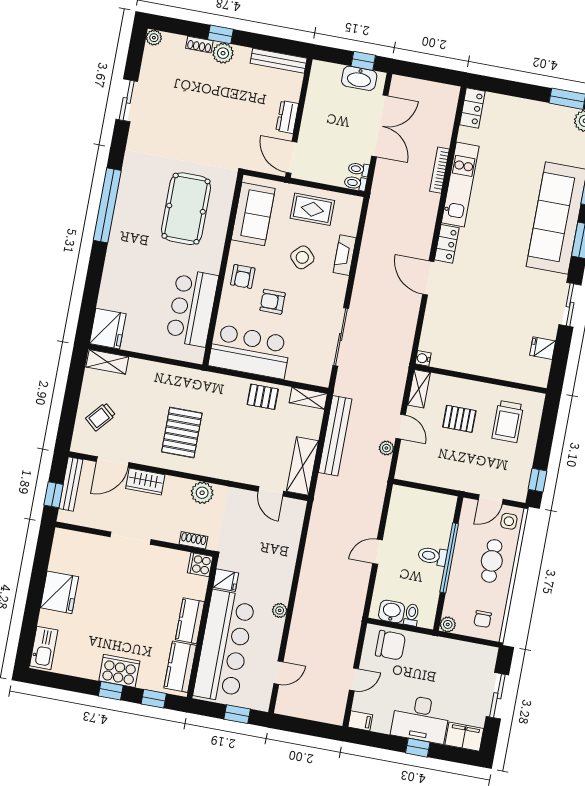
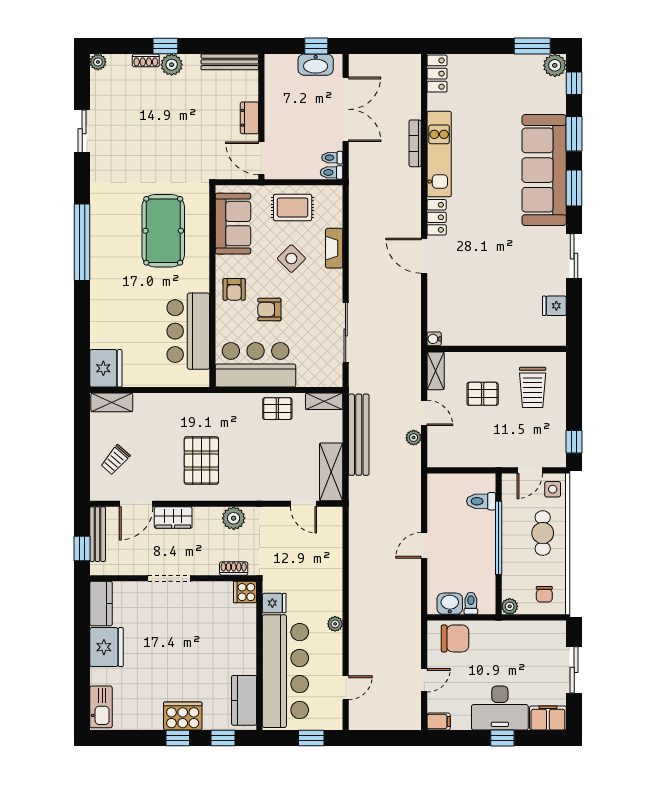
toilet: (432, 556) -> (481, 501), moved
kitchen counter: (190, 621) -> (101, 604), moved, turned 180

